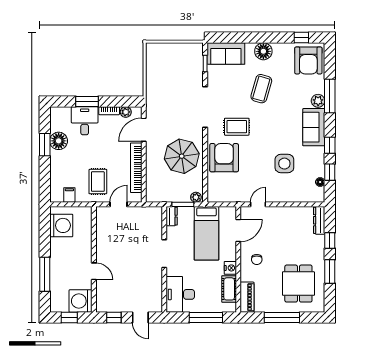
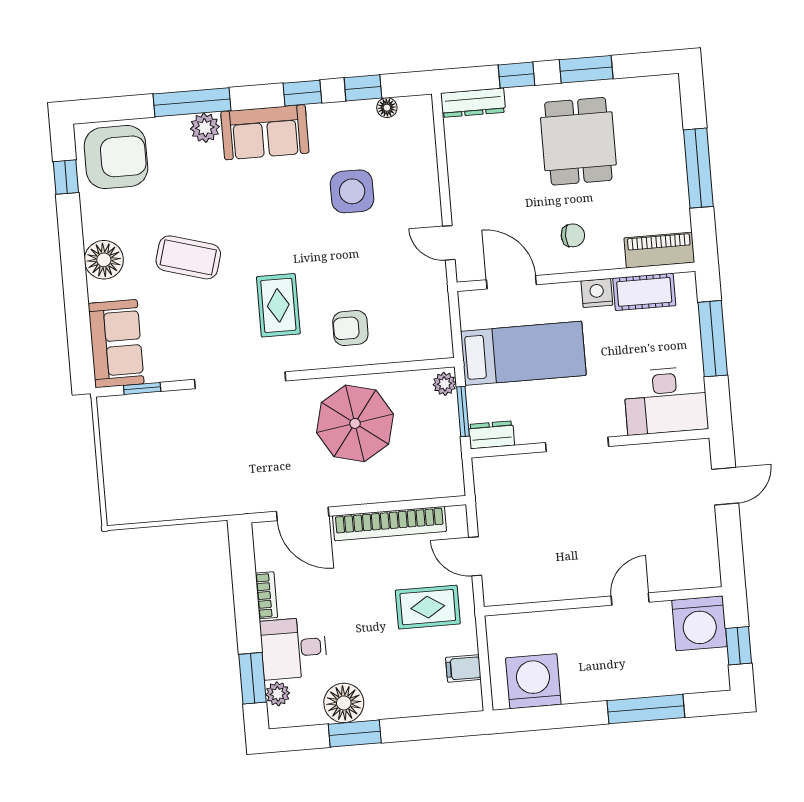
window: (87, 101) -> (253, 678), moved
plant: (126, 112) -> (278, 694), moved
armchair: (224, 158) -> (350, 328), width x0.53, depth x0.53
dining table: (298, 284) -> (578, 141), moved, turned 90
window: (114, 317) -> (730, 545), removed

